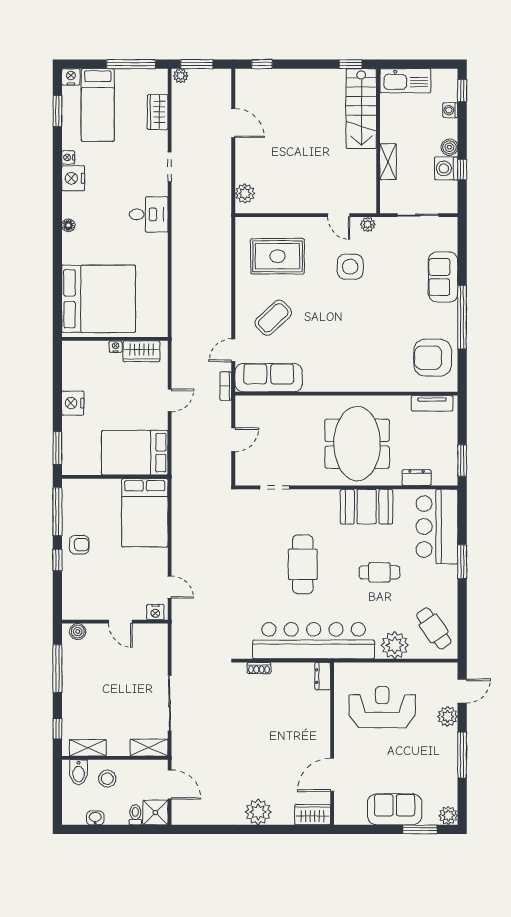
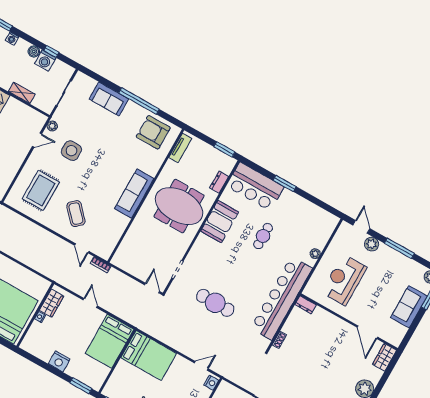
armchair: (433, 358) -> (153, 132), turned 90
sofa: (269, 378) -> (134, 194), moved
door: (233, 440) -> (152, 288), moved
cafe table: (303, 564) -> (215, 303), moved
cafe table: (434, 628) -> (315, 223), removed
plant: (395, 645) -> (315, 254), width x0.53, depth x0.53

